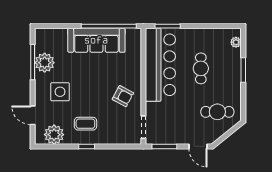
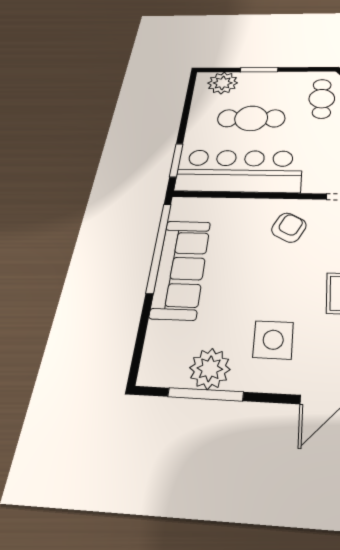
plant: (236, 42) -> (223, 83), width x1.88, depth x1.88
cafe table: (201, 68) -> (251, 118), width x1.37, depth x1.35

